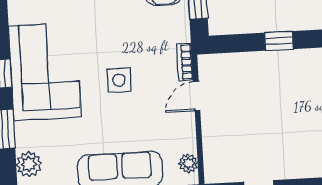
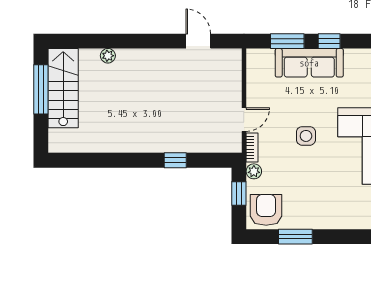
plant: (188, 163) -> (254, 171), moved

